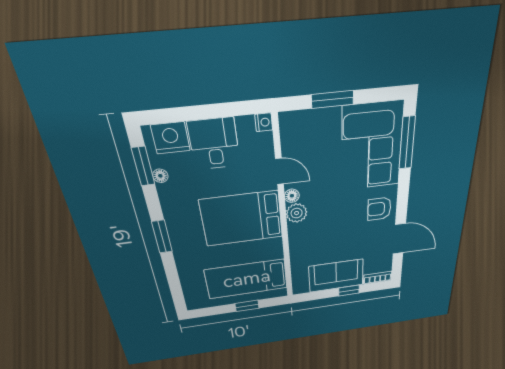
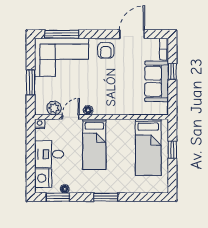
plant: (297, 213) -> (54, 108), moved
bed: (242, 219) -> (94, 144), width x0.67

